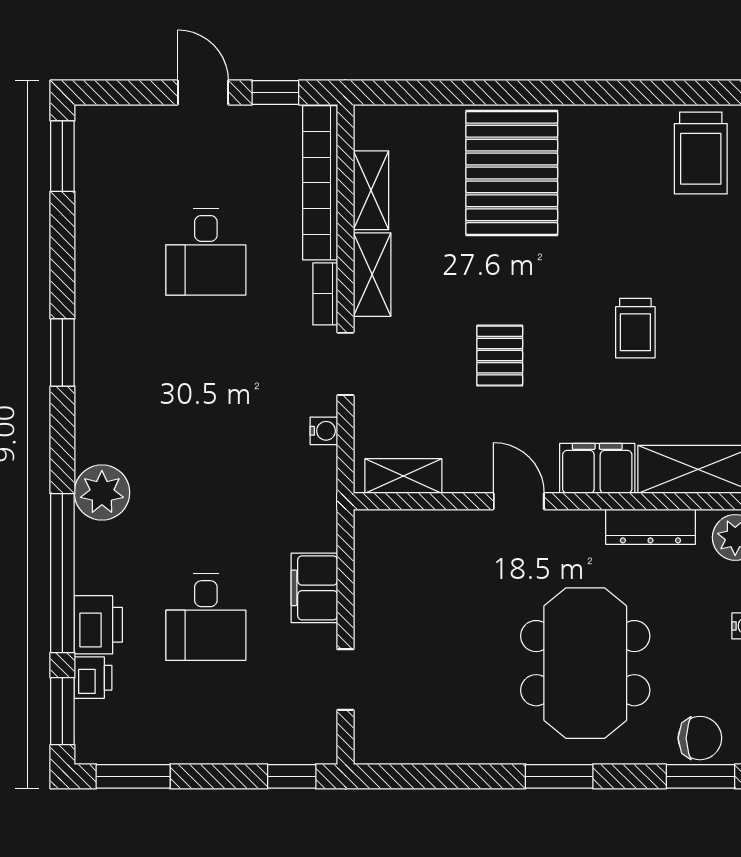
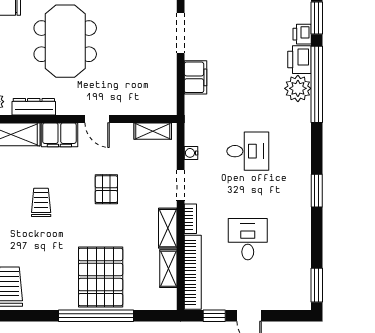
window: (521, 93) -> (96, 316), added
plant: (102, 492) -> (298, 88), moved
desk: (206, 617) -> (248, 151), moved, turned 90
doorway: (345, 680) -> (181, 33), width x1.38

